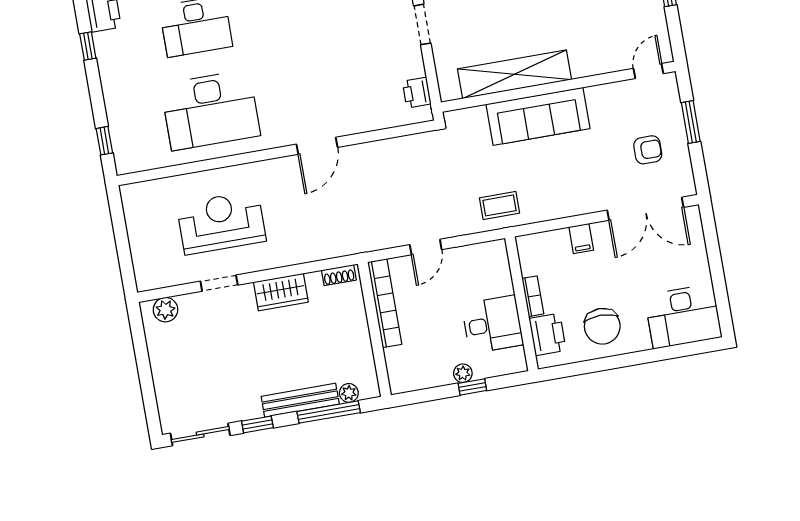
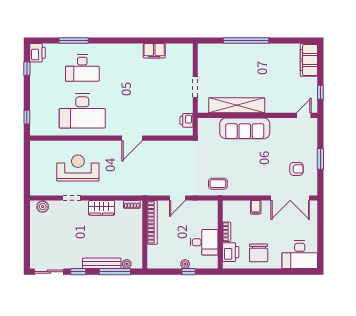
door: (648, 71) -> (304, 115), moved
shelving: (514, 74) -> (237, 105), moved
wall: (558, 87) -> (257, 115), moved
sofa: (538, 116) -> (245, 128), moved

